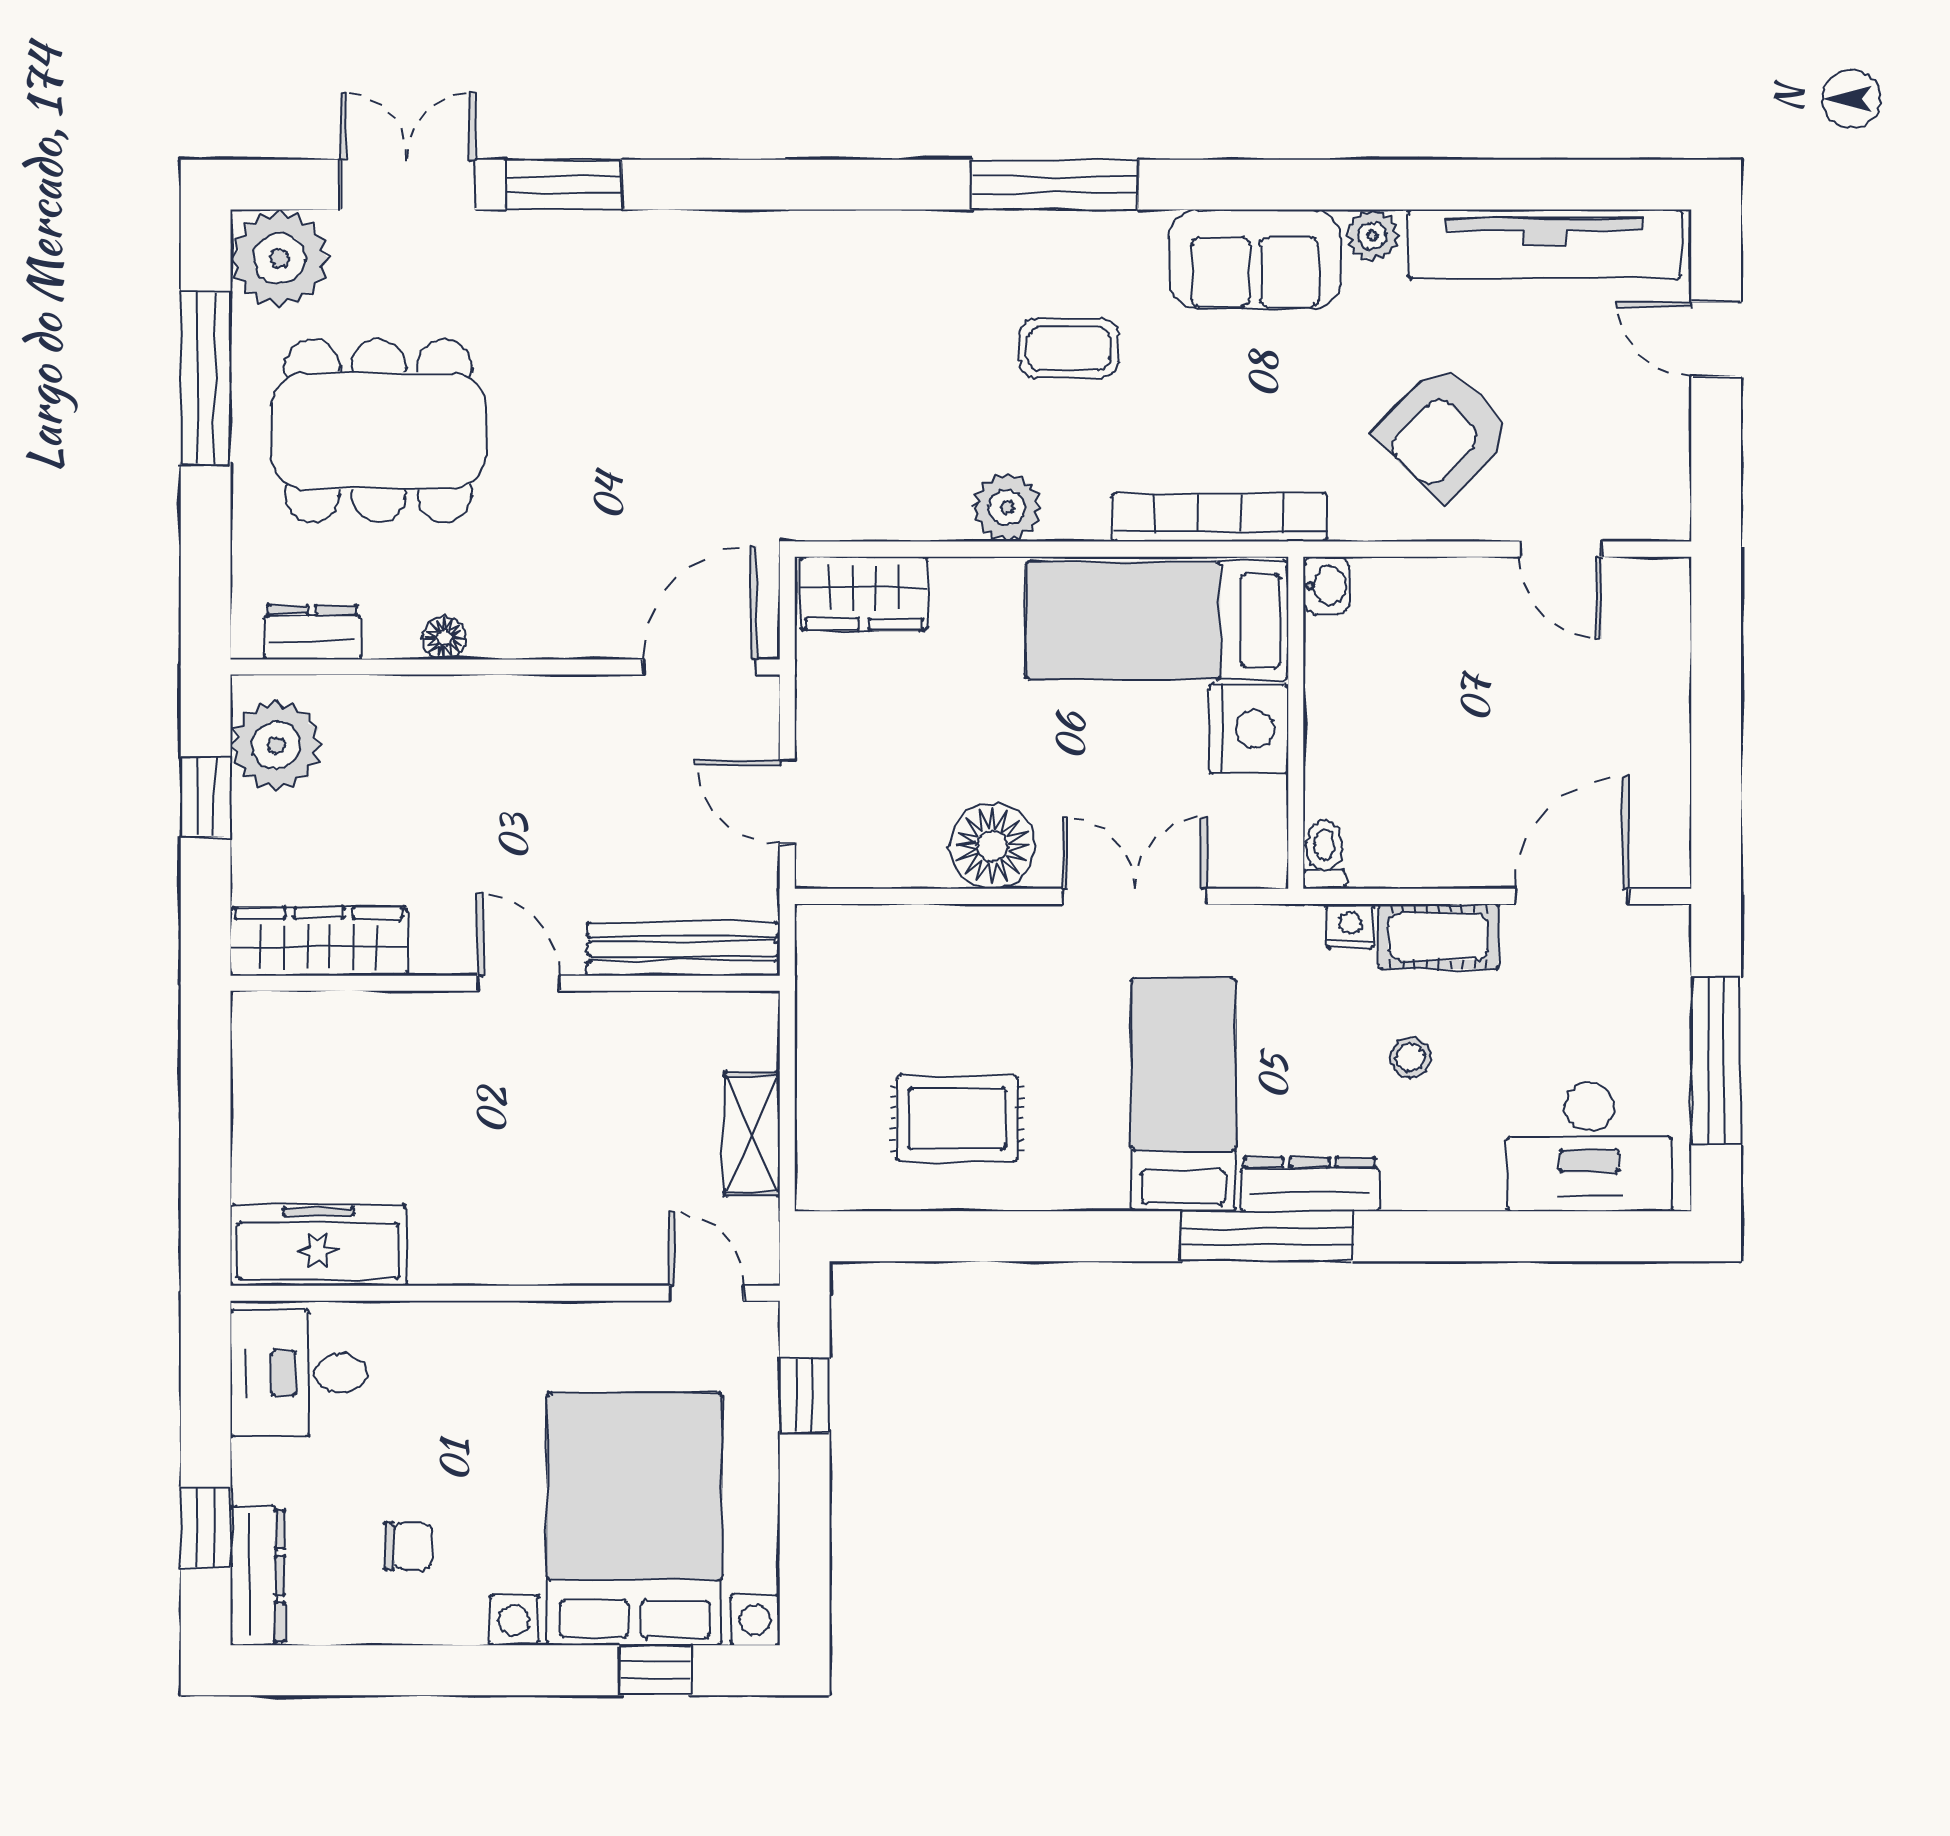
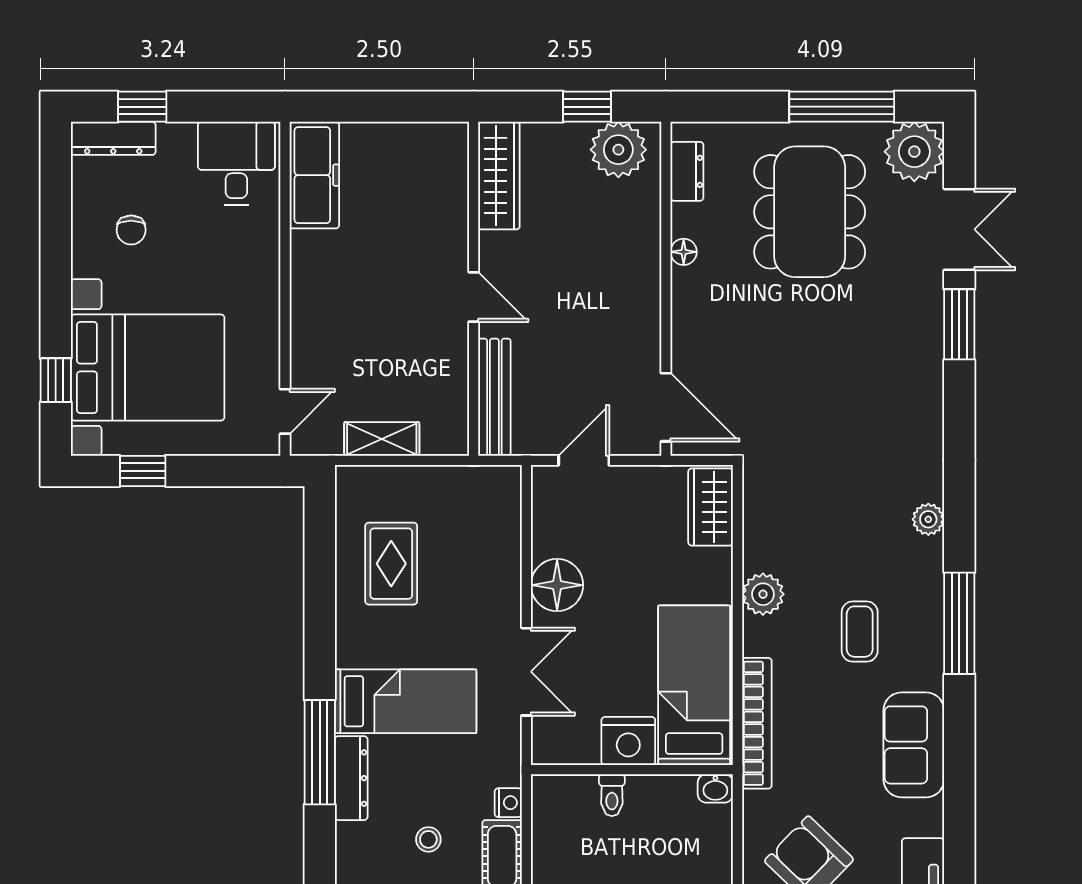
plant: (1372, 235) -> (928, 519), moved
toilet: (1324, 854) -> (612, 795), moved, turned 90
door: (518, 983) -> (474, 297), hinge flipped
window: (805, 1395) -> (143, 471), moved

